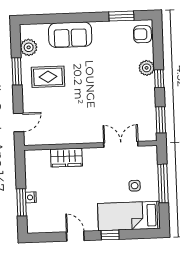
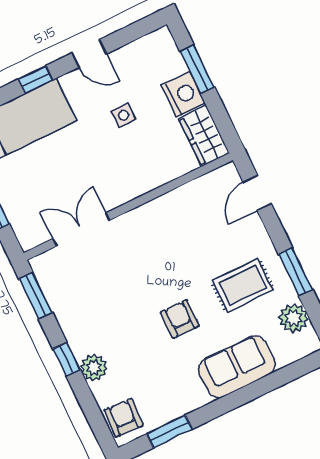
armchair: (142, 34) -> (124, 418), turned -87
armchair: (89, 74) -> (180, 319), added
double door: (121, 144) -> (81, 229), swing flipped
wardrobe: (66, 158) -> (204, 136), moved, turned -90
side table: (135, 186) -> (123, 115), moved
nightstand: (31, 197) -> (183, 94), width x1.89, depth x1.79

